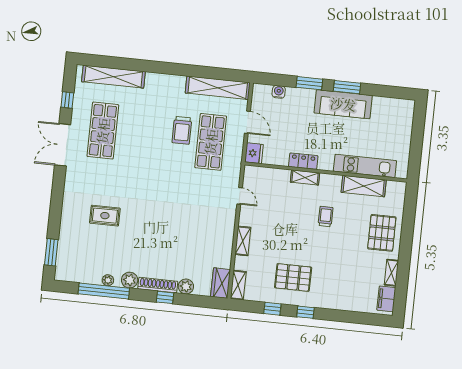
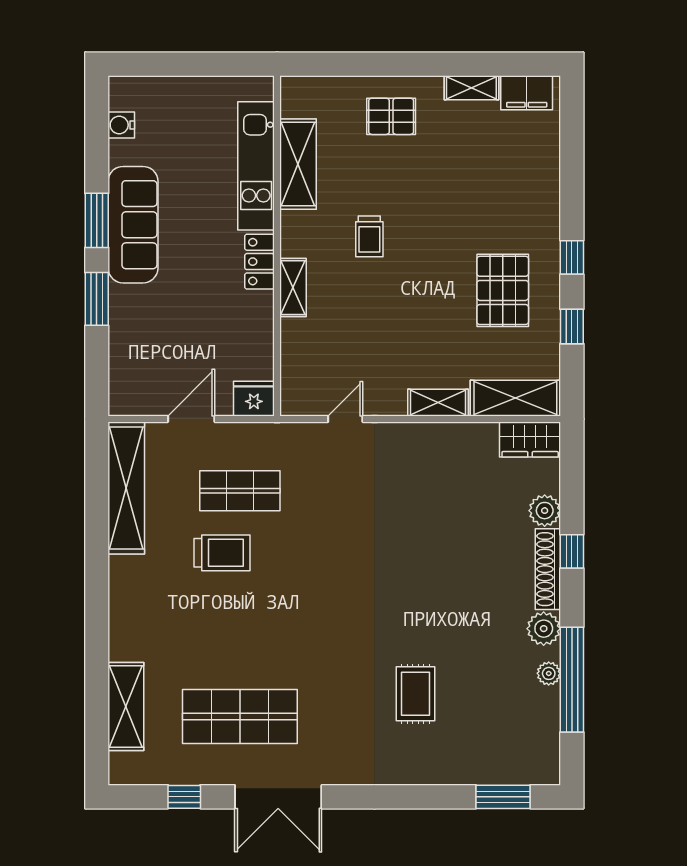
shelving: (113, 77) -> (126, 706), width x0.68
water cooler: (279, 92) -> (121, 125), moved
shop shelf: (211, 142) -> (240, 491), width x0.70, depth x0.74
locker: (303, 161) -> (260, 262), moved
trolley: (326, 216) -> (369, 236), turned -90
pallet: (382, 233) -> (391, 116), width x0.67, depth x0.71
shelving: (238, 285) -> (515, 398), width x1.50, depth x1.33

